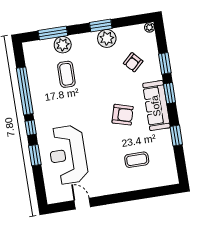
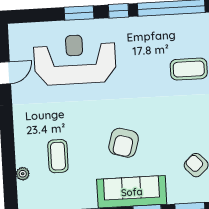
plant: (152, 183) -> (23, 174), added

